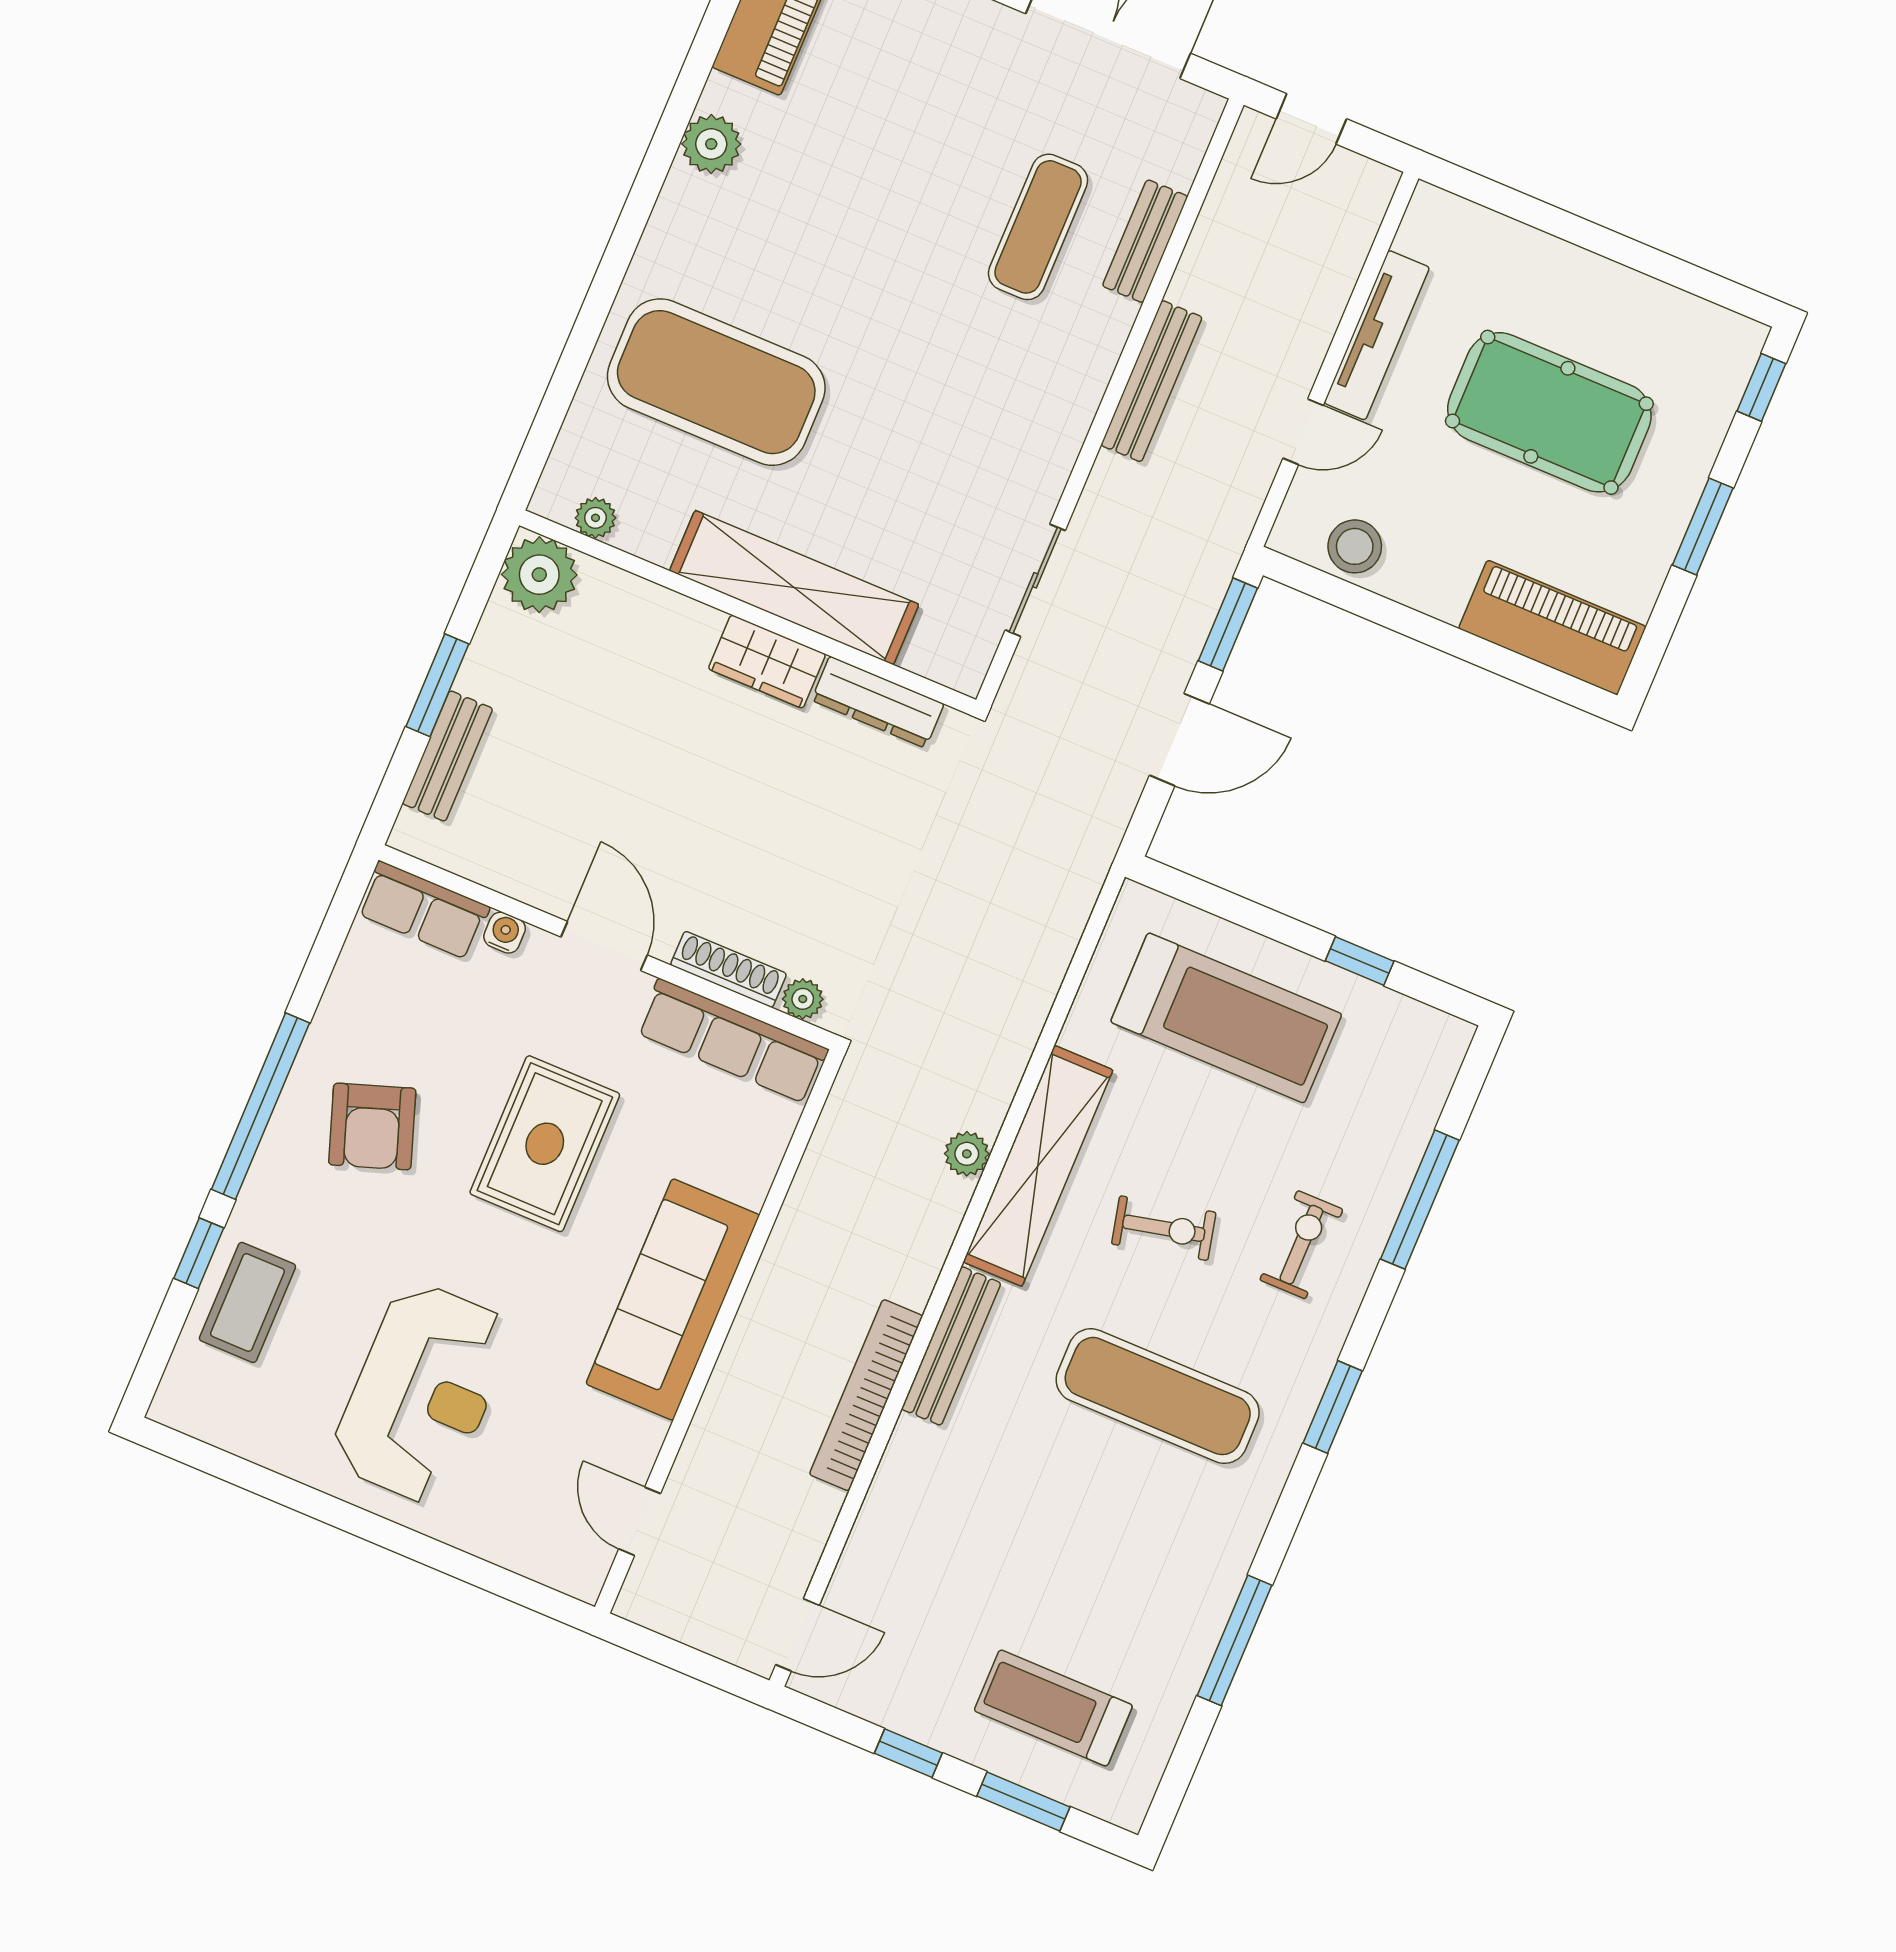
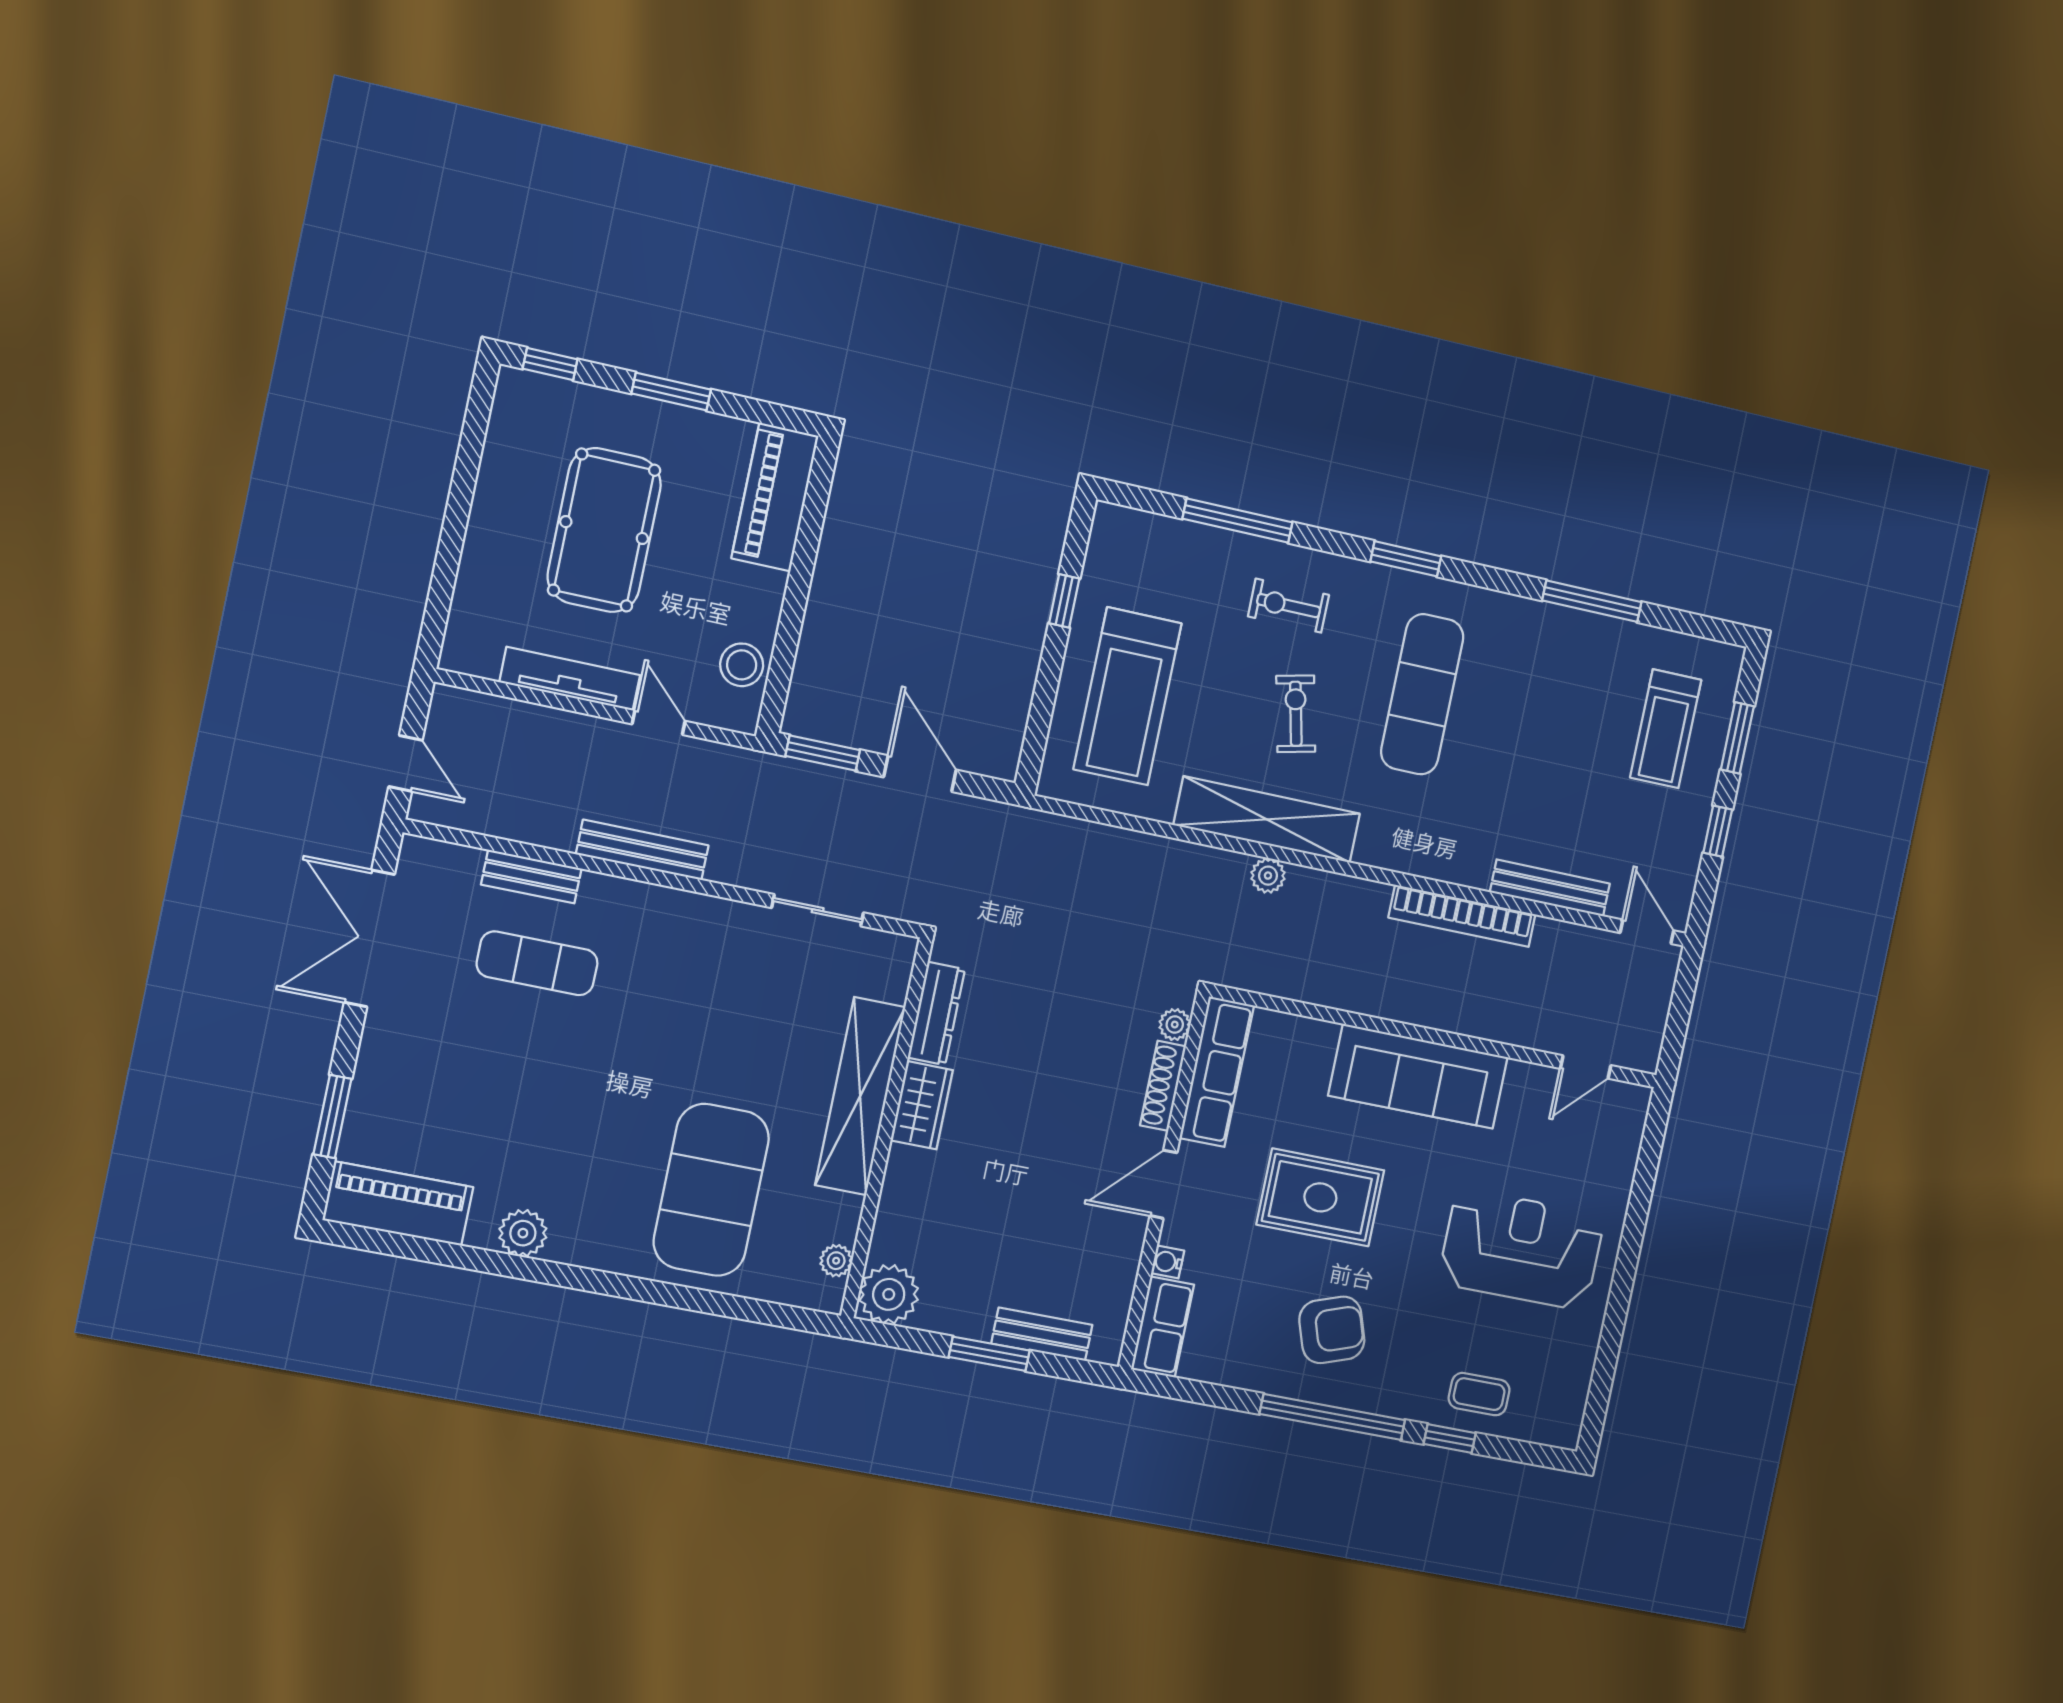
treadmill: (1226, 1018) -> (1127, 696), turned 180
coffee table: (247, 1302) -> (1479, 1394), width x0.73, depth x0.77
bench: (951, 1346) -> (1550, 888), moved

